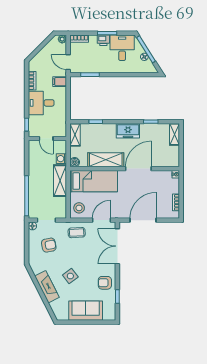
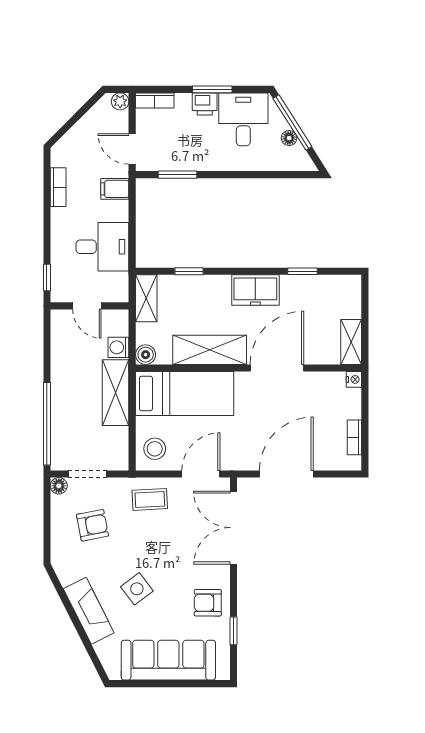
desk: (41, 103) -> (102, 247), moved, turned 180
shelving: (175, 134) -> (351, 342), moved
sofa: (86, 311) -> (168, 660), width x1.36

